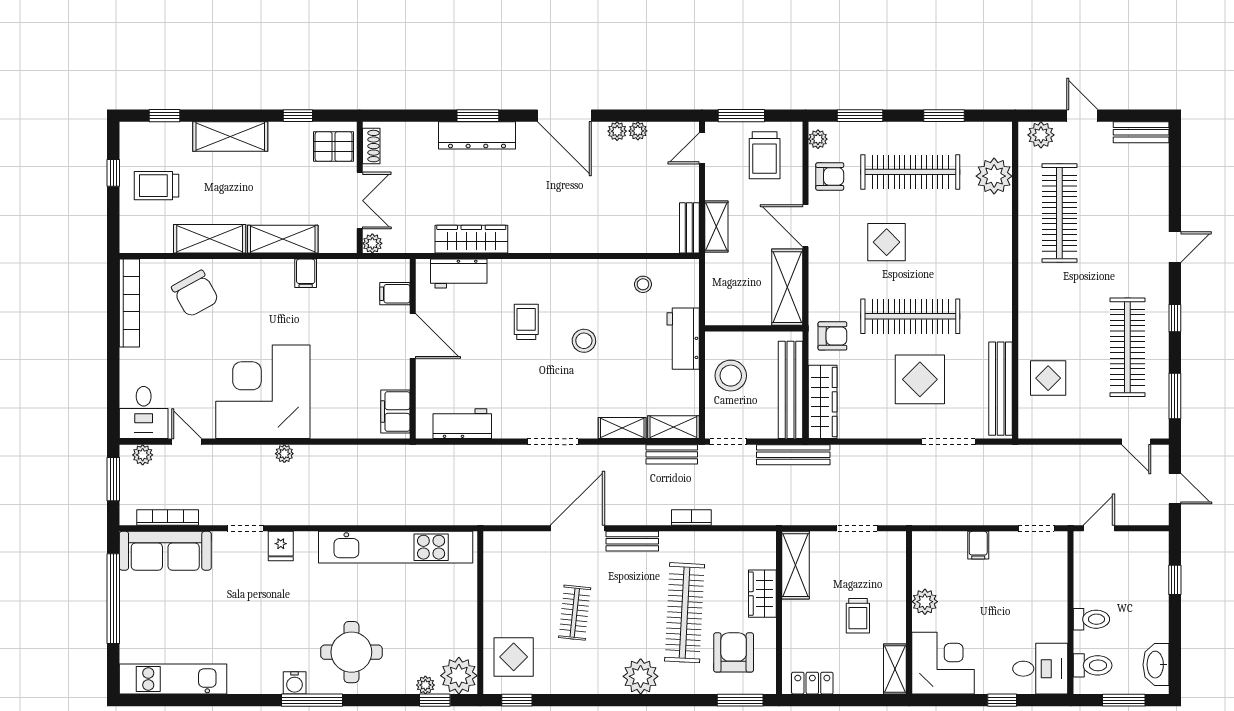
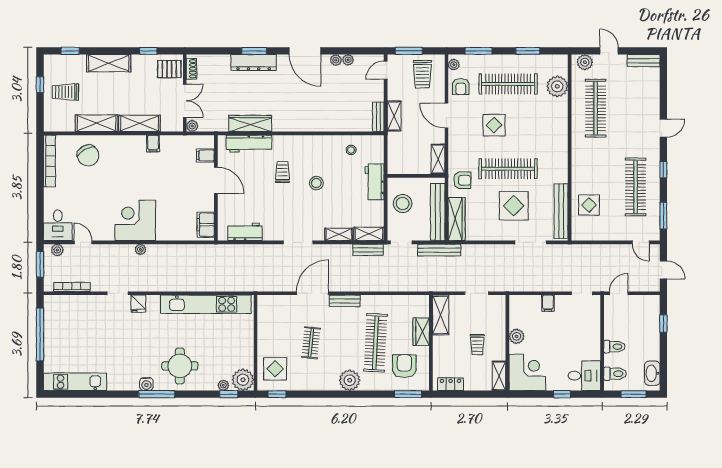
armchair: (830, 176) -> (461, 87), turned 90
workbench: (459, 274) -> (249, 144), width x1.38
shelving: (787, 287) -> (438, 159), width x0.67, depth x0.75
corner desk: (263, 392) -> (135, 220), width x0.74, depth x0.74
bookcase: (691, 518) -> (379, 287), removed
sofa: (165, 551) -> (70, 306), removed

